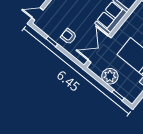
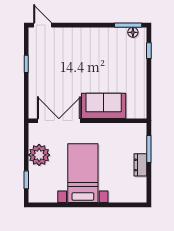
armchair: (69, 36) -> (46, 77), removed

